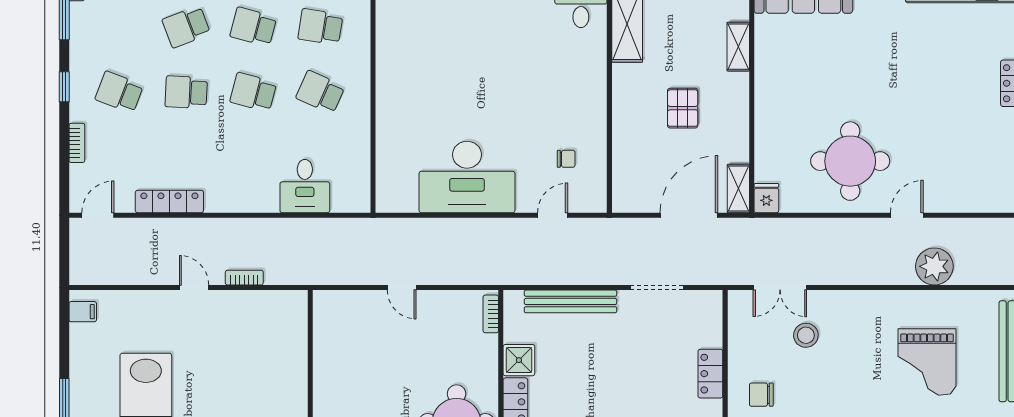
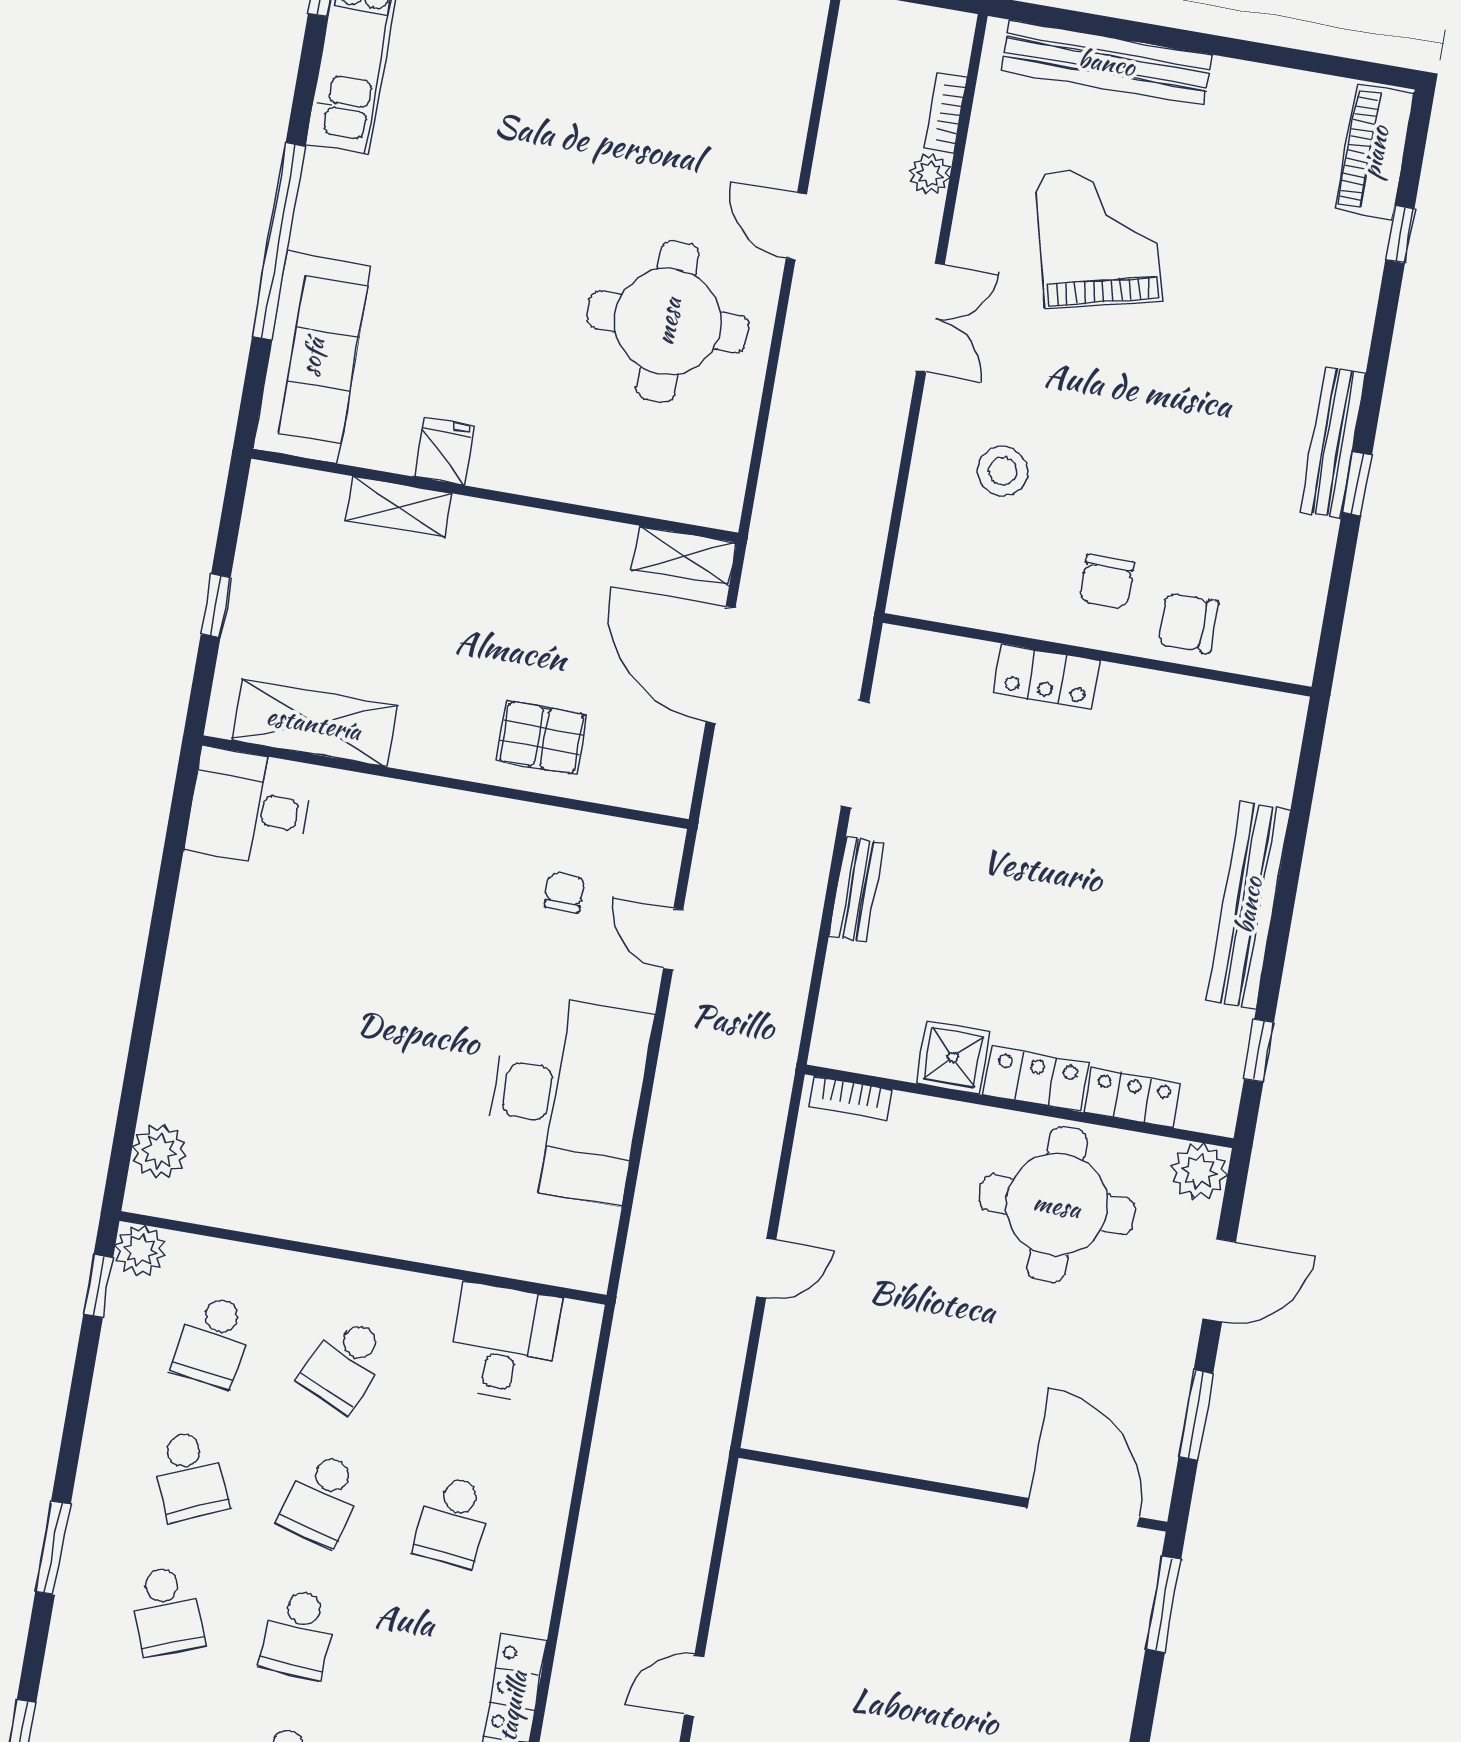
school desk: (253, 27) -> (190, 1476), turned -39
pallet: (683, 108) -> (542, 737), moved
school desk: (253, 158) -> (453, 1522), added
desk: (305, 186) -> (503, 1343), moved, turned -90
fridge: (766, 198) -> (444, 452), moved, turned 90
plant: (934, 266) -> (930, 174), width x0.53, depth x0.53
bookcase: (244, 278) -> (945, 113), moved
double door: (780, 288) -> (930, 318), moved
bench: (571, 301) -> (856, 889), width x0.54, depth x0.82
grand piano: (927, 362) -> (1099, 237), turned -104

